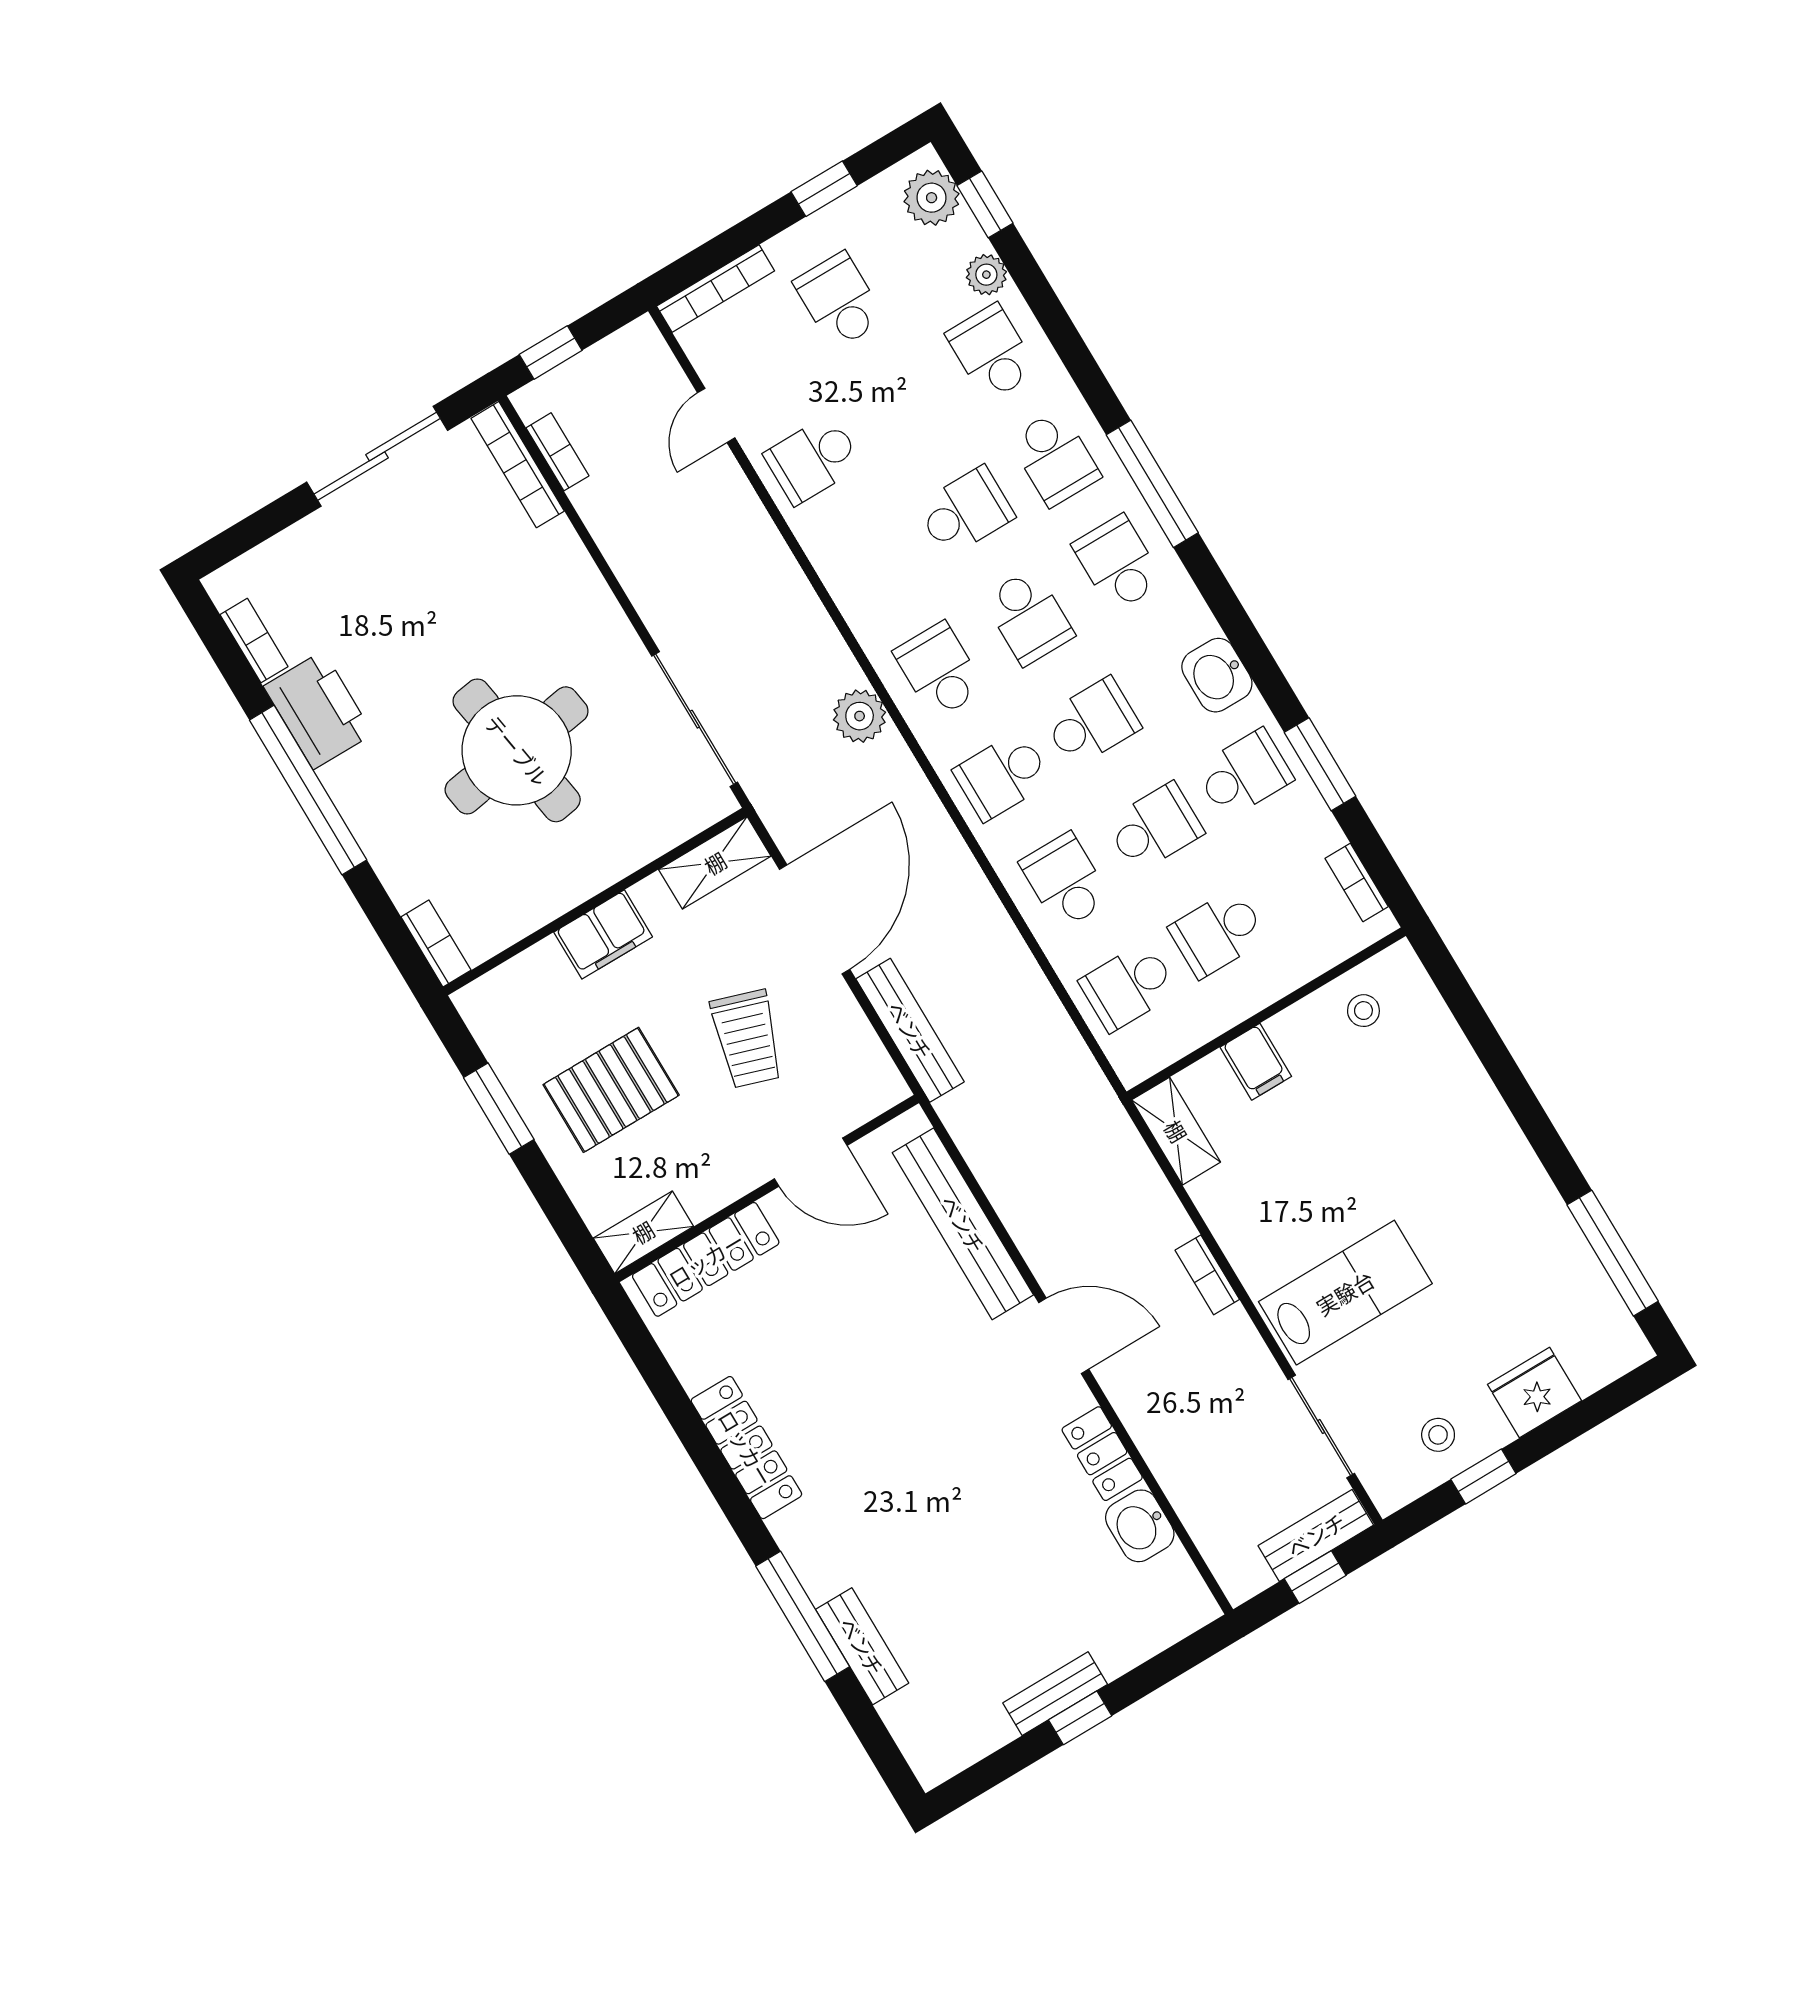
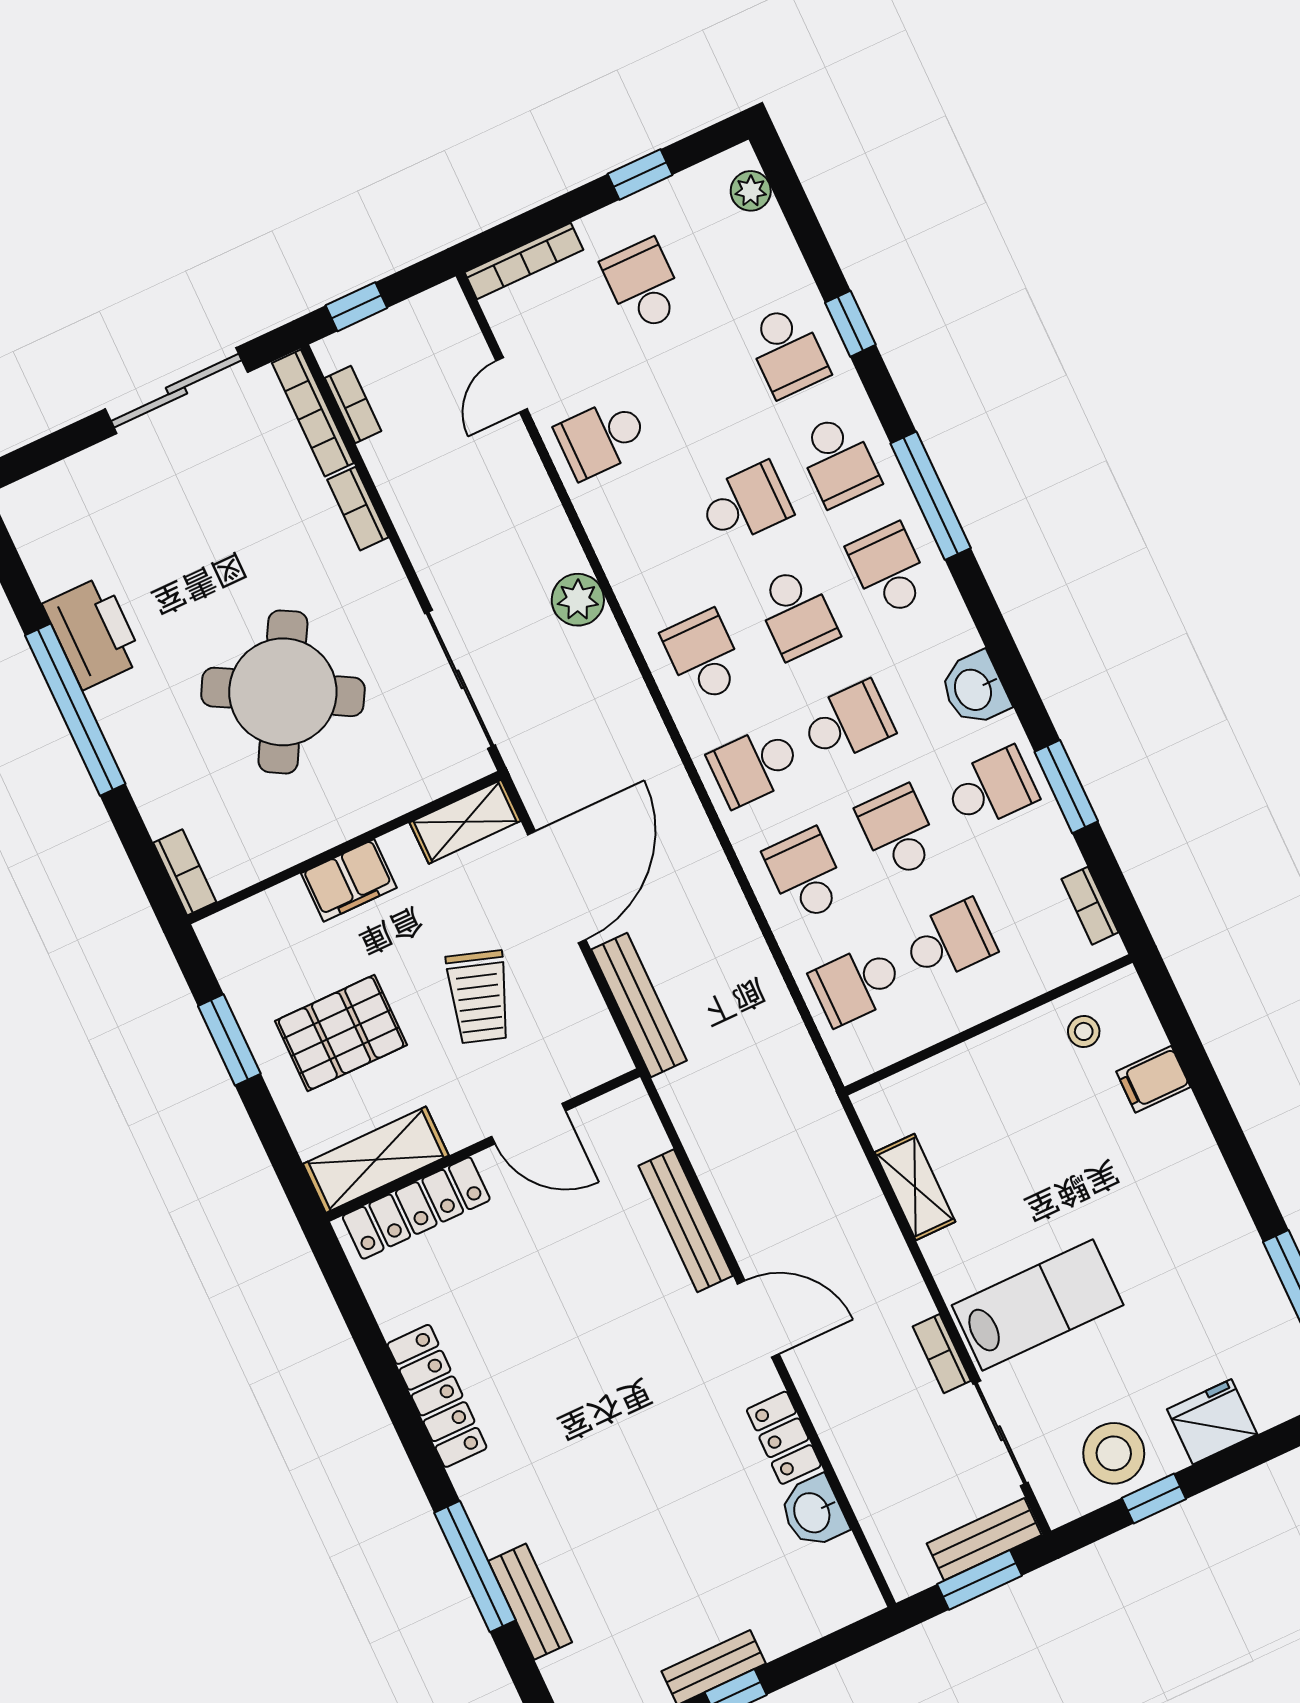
plant: (932, 198) -> (751, 191), width x0.73, depth x0.73
window: (985, 204) -> (850, 324), moved
plant: (986, 275) -> (790, 275), removed
school desk: (992, 352) -> (787, 351), turned 180
bookcase: (254, 641) -> (358, 509), moved, turned 180
plant: (860, 716) -> (578, 600), moved
round table: (517, 750) -> (283, 692), turned 38
school desk: (1155, 828) -> (898, 832), turned -90
school desk: (1218, 933) -> (949, 941), turned 180
filing cabinet: (1256, 1062) -> (1153, 1079), moved, turned 90
shelving: (1176, 1131) -> (915, 1187), moved
bench: (963, 1224) -> (686, 1221), width x0.73, depth x0.82
shelving: (643, 1232) -> (376, 1160), width x1.50, depth x1.33
bookcase: (1207, 1275) -> (942, 1354), moved
stool: (1438, 1435) -> (1114, 1453), width x1.89, depth x1.89
window: (1315, 1577) -> (979, 1580), width x1.50

